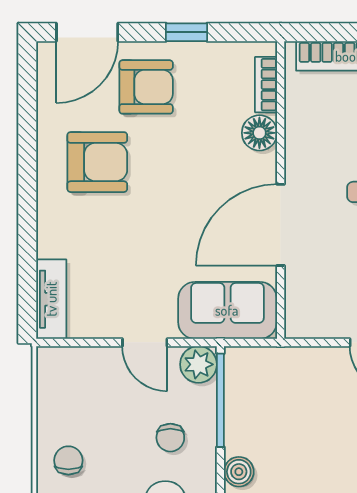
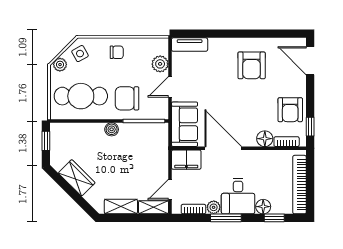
window: (186, 32) -> (310, 127), moved
armchair: (146, 87) -> (290, 110), moved
filing cabinet: (306, 306) -> (186, 160), added
plant: (198, 364) -> (160, 64), moved
chair: (170, 438) -> (127, 98), width x1.87, depth x1.87

